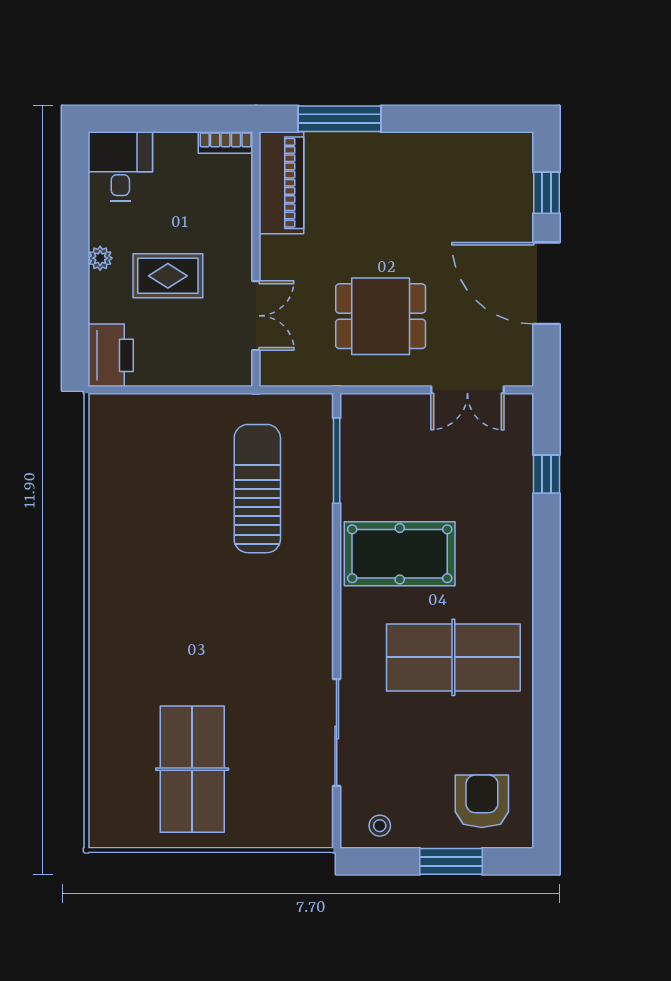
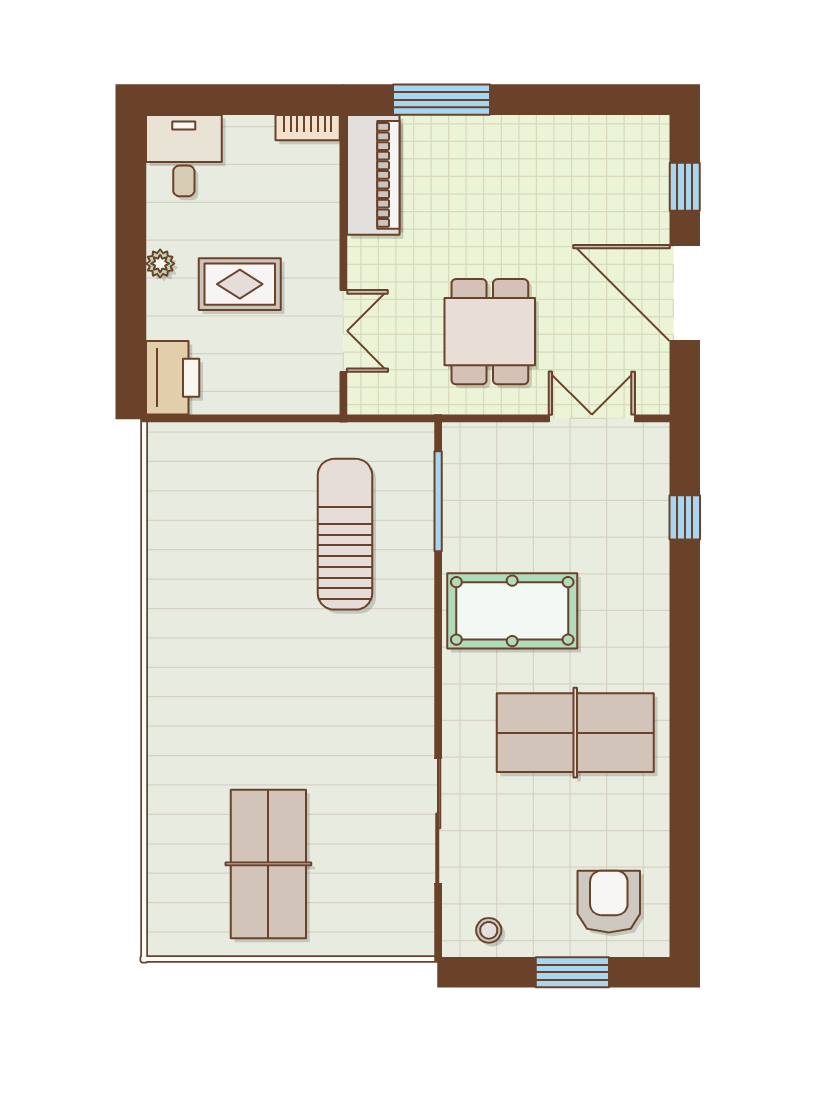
dining table: (381, 316) -> (490, 332), turned 90
double door: (467, 390) -> (592, 418), swing flipped

